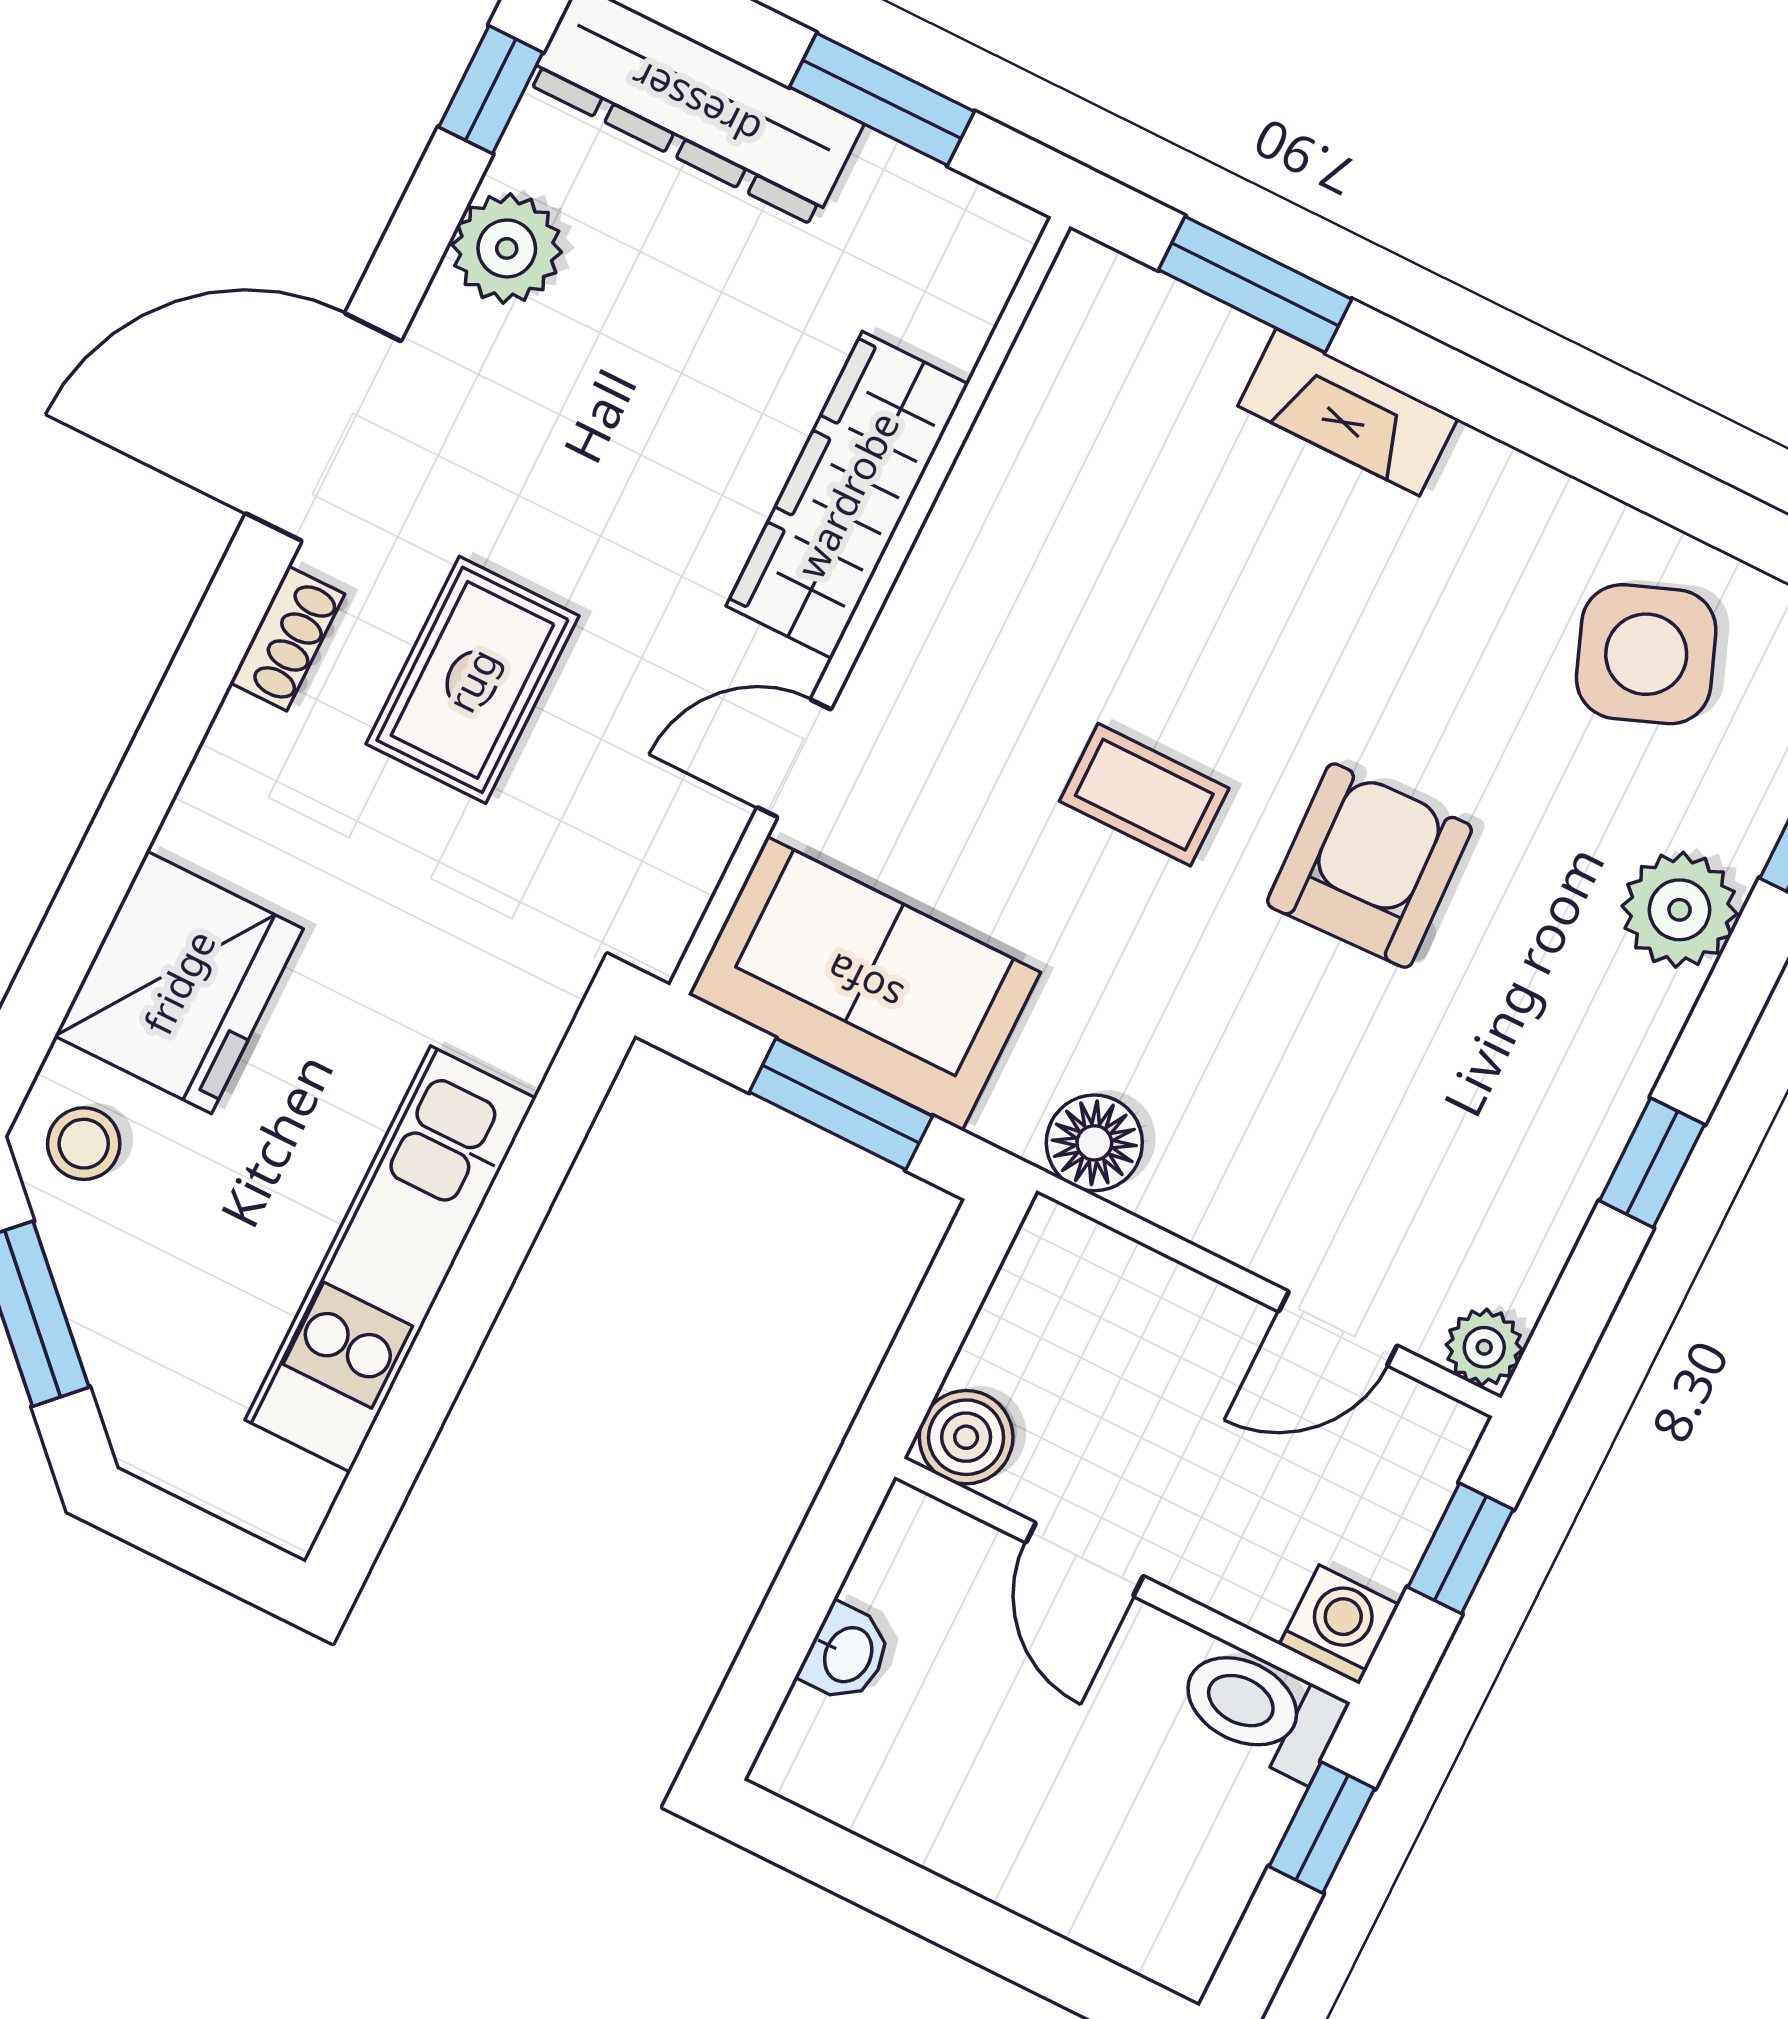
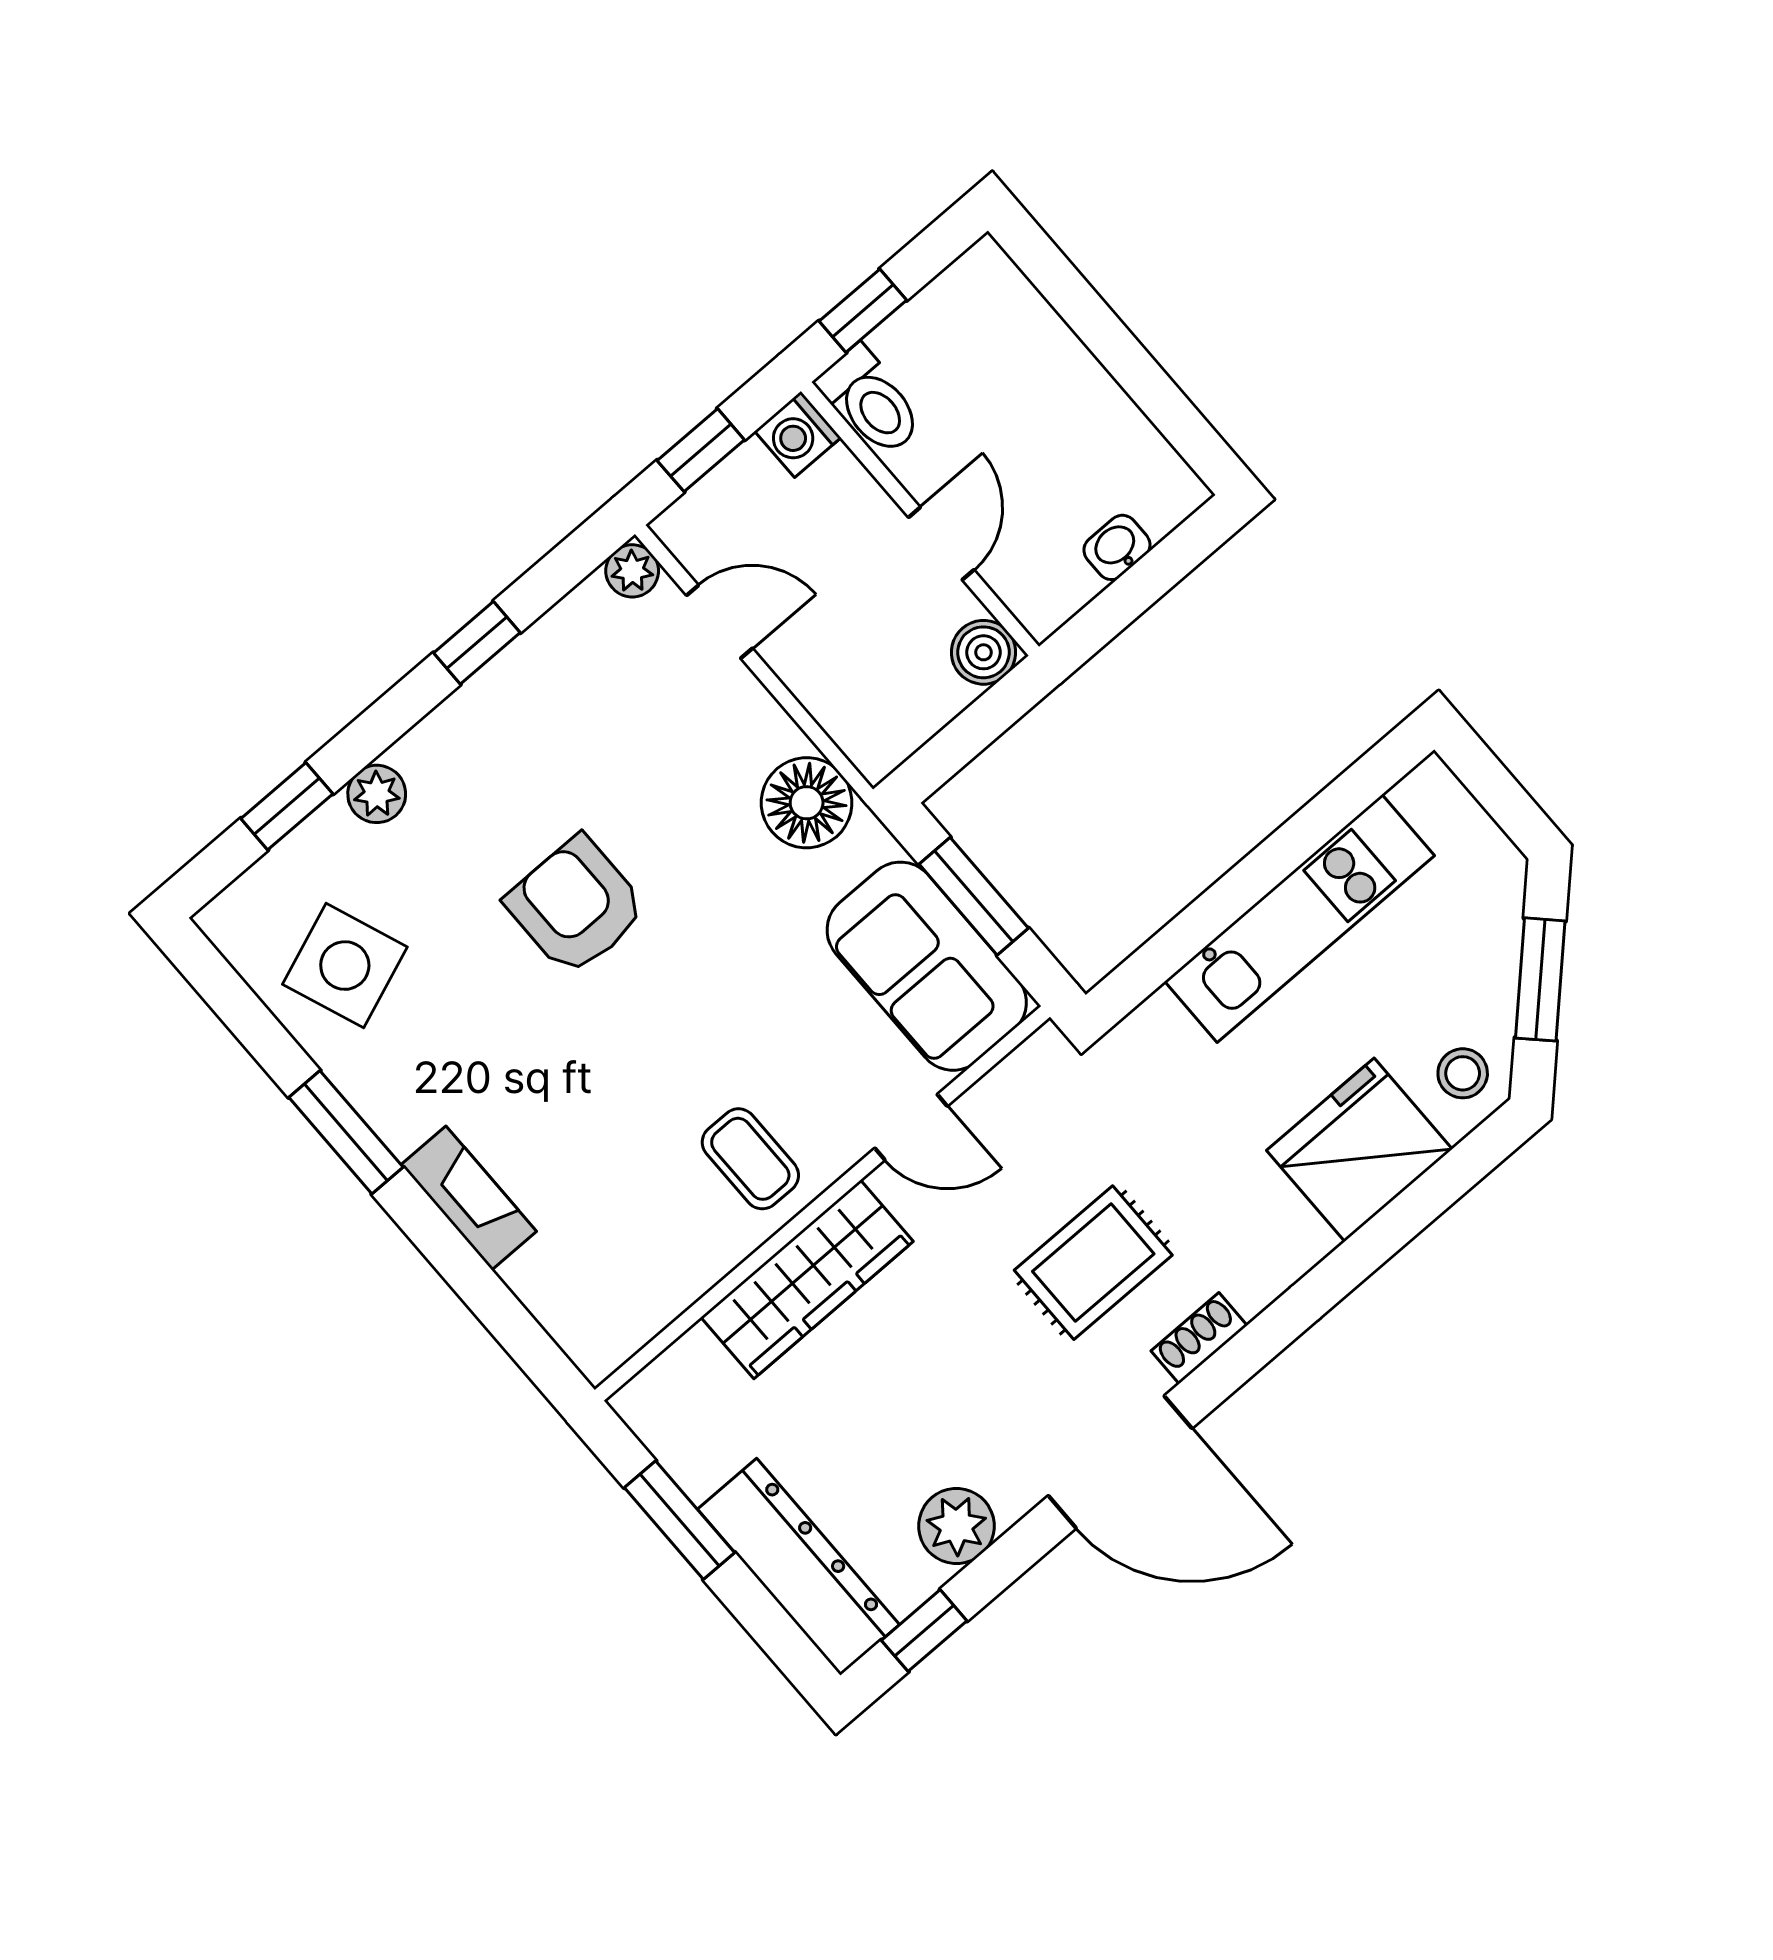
window: (1255, 284) -> (346, 1132), moved
coffee table: (1144, 795) -> (750, 1159), moved
armchair: (1369, 866) -> (576, 906), turned 92
plant: (1680, 910) -> (377, 794), width x0.73, depth x0.73
floor lamp: (1094, 1143) -> (807, 803), width x1.38, depth x1.38

